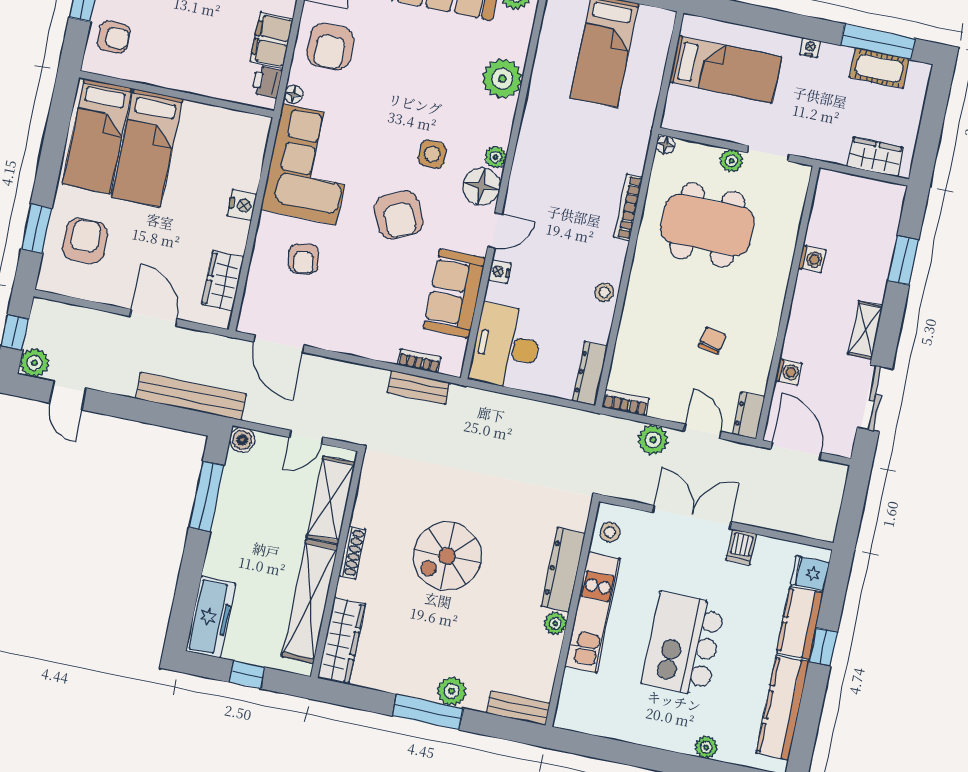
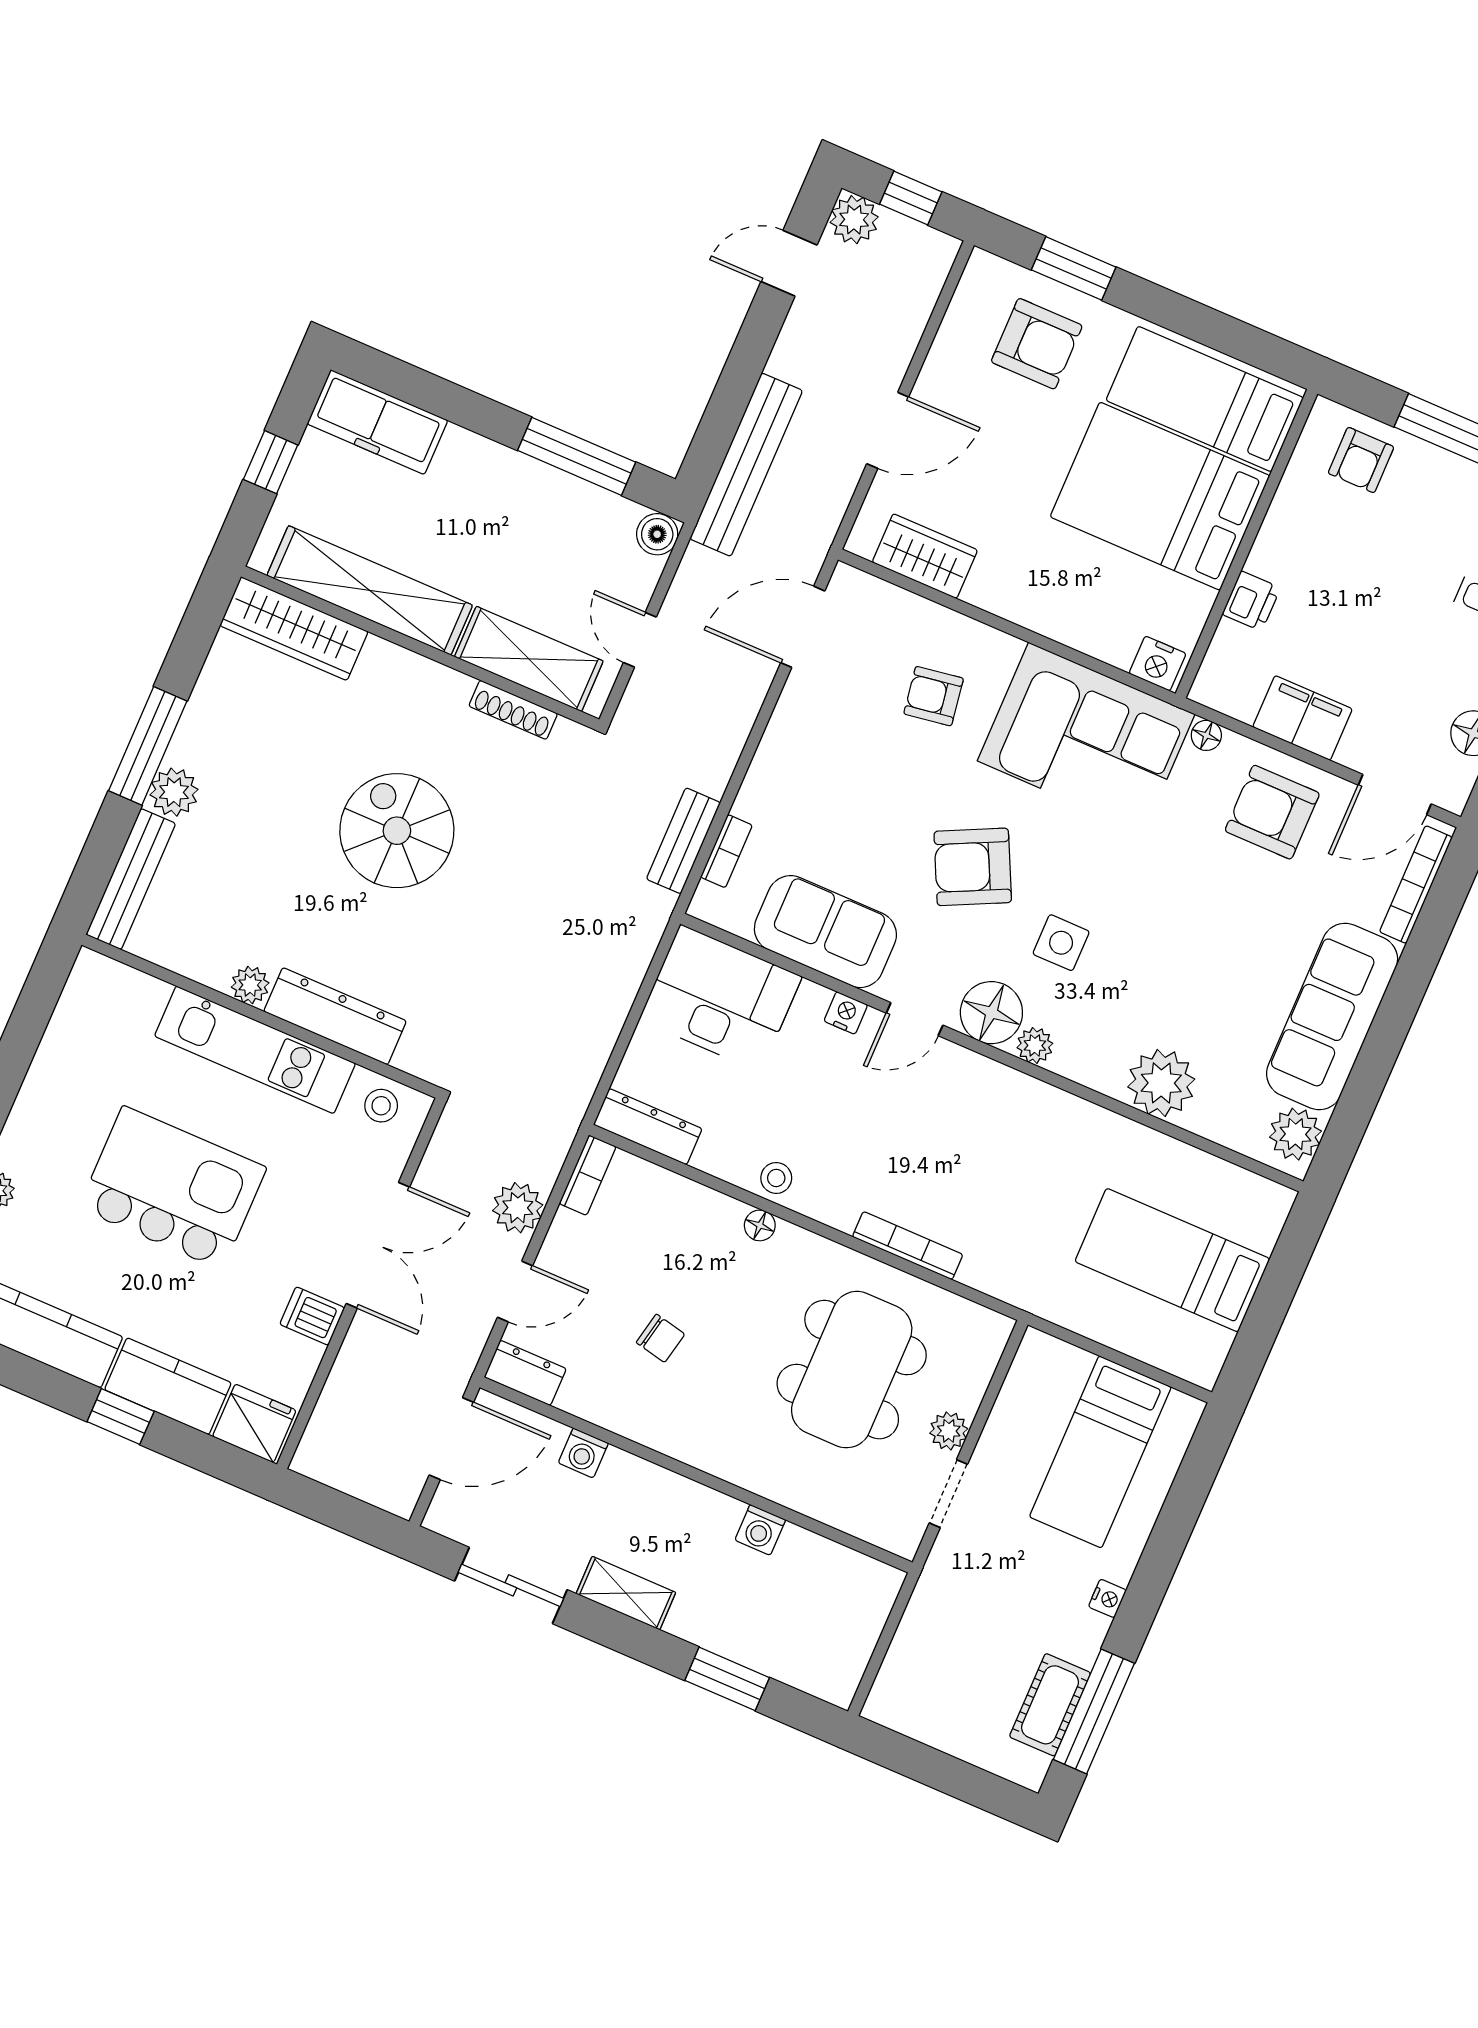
printer: (267, 82) -> (1251, 601), moved, turned 90
floor lamp: (665, 145) -> (760, 1225), moved
bed: (147, 148) -> (1160, 496), width x1.50
wardrobe: (875, 157) -> (906, 1668), removed
nightstand: (242, 205) -> (1157, 663), moved
door: (495, 231) -> (915, 1019), hinge flipped
shoe rack: (352, 553) -> (513, 710), moved
fridge: (810, 573) -> (254, 1423), width x1.38
bench: (518, 708) -> (131, 879), width x1.36

